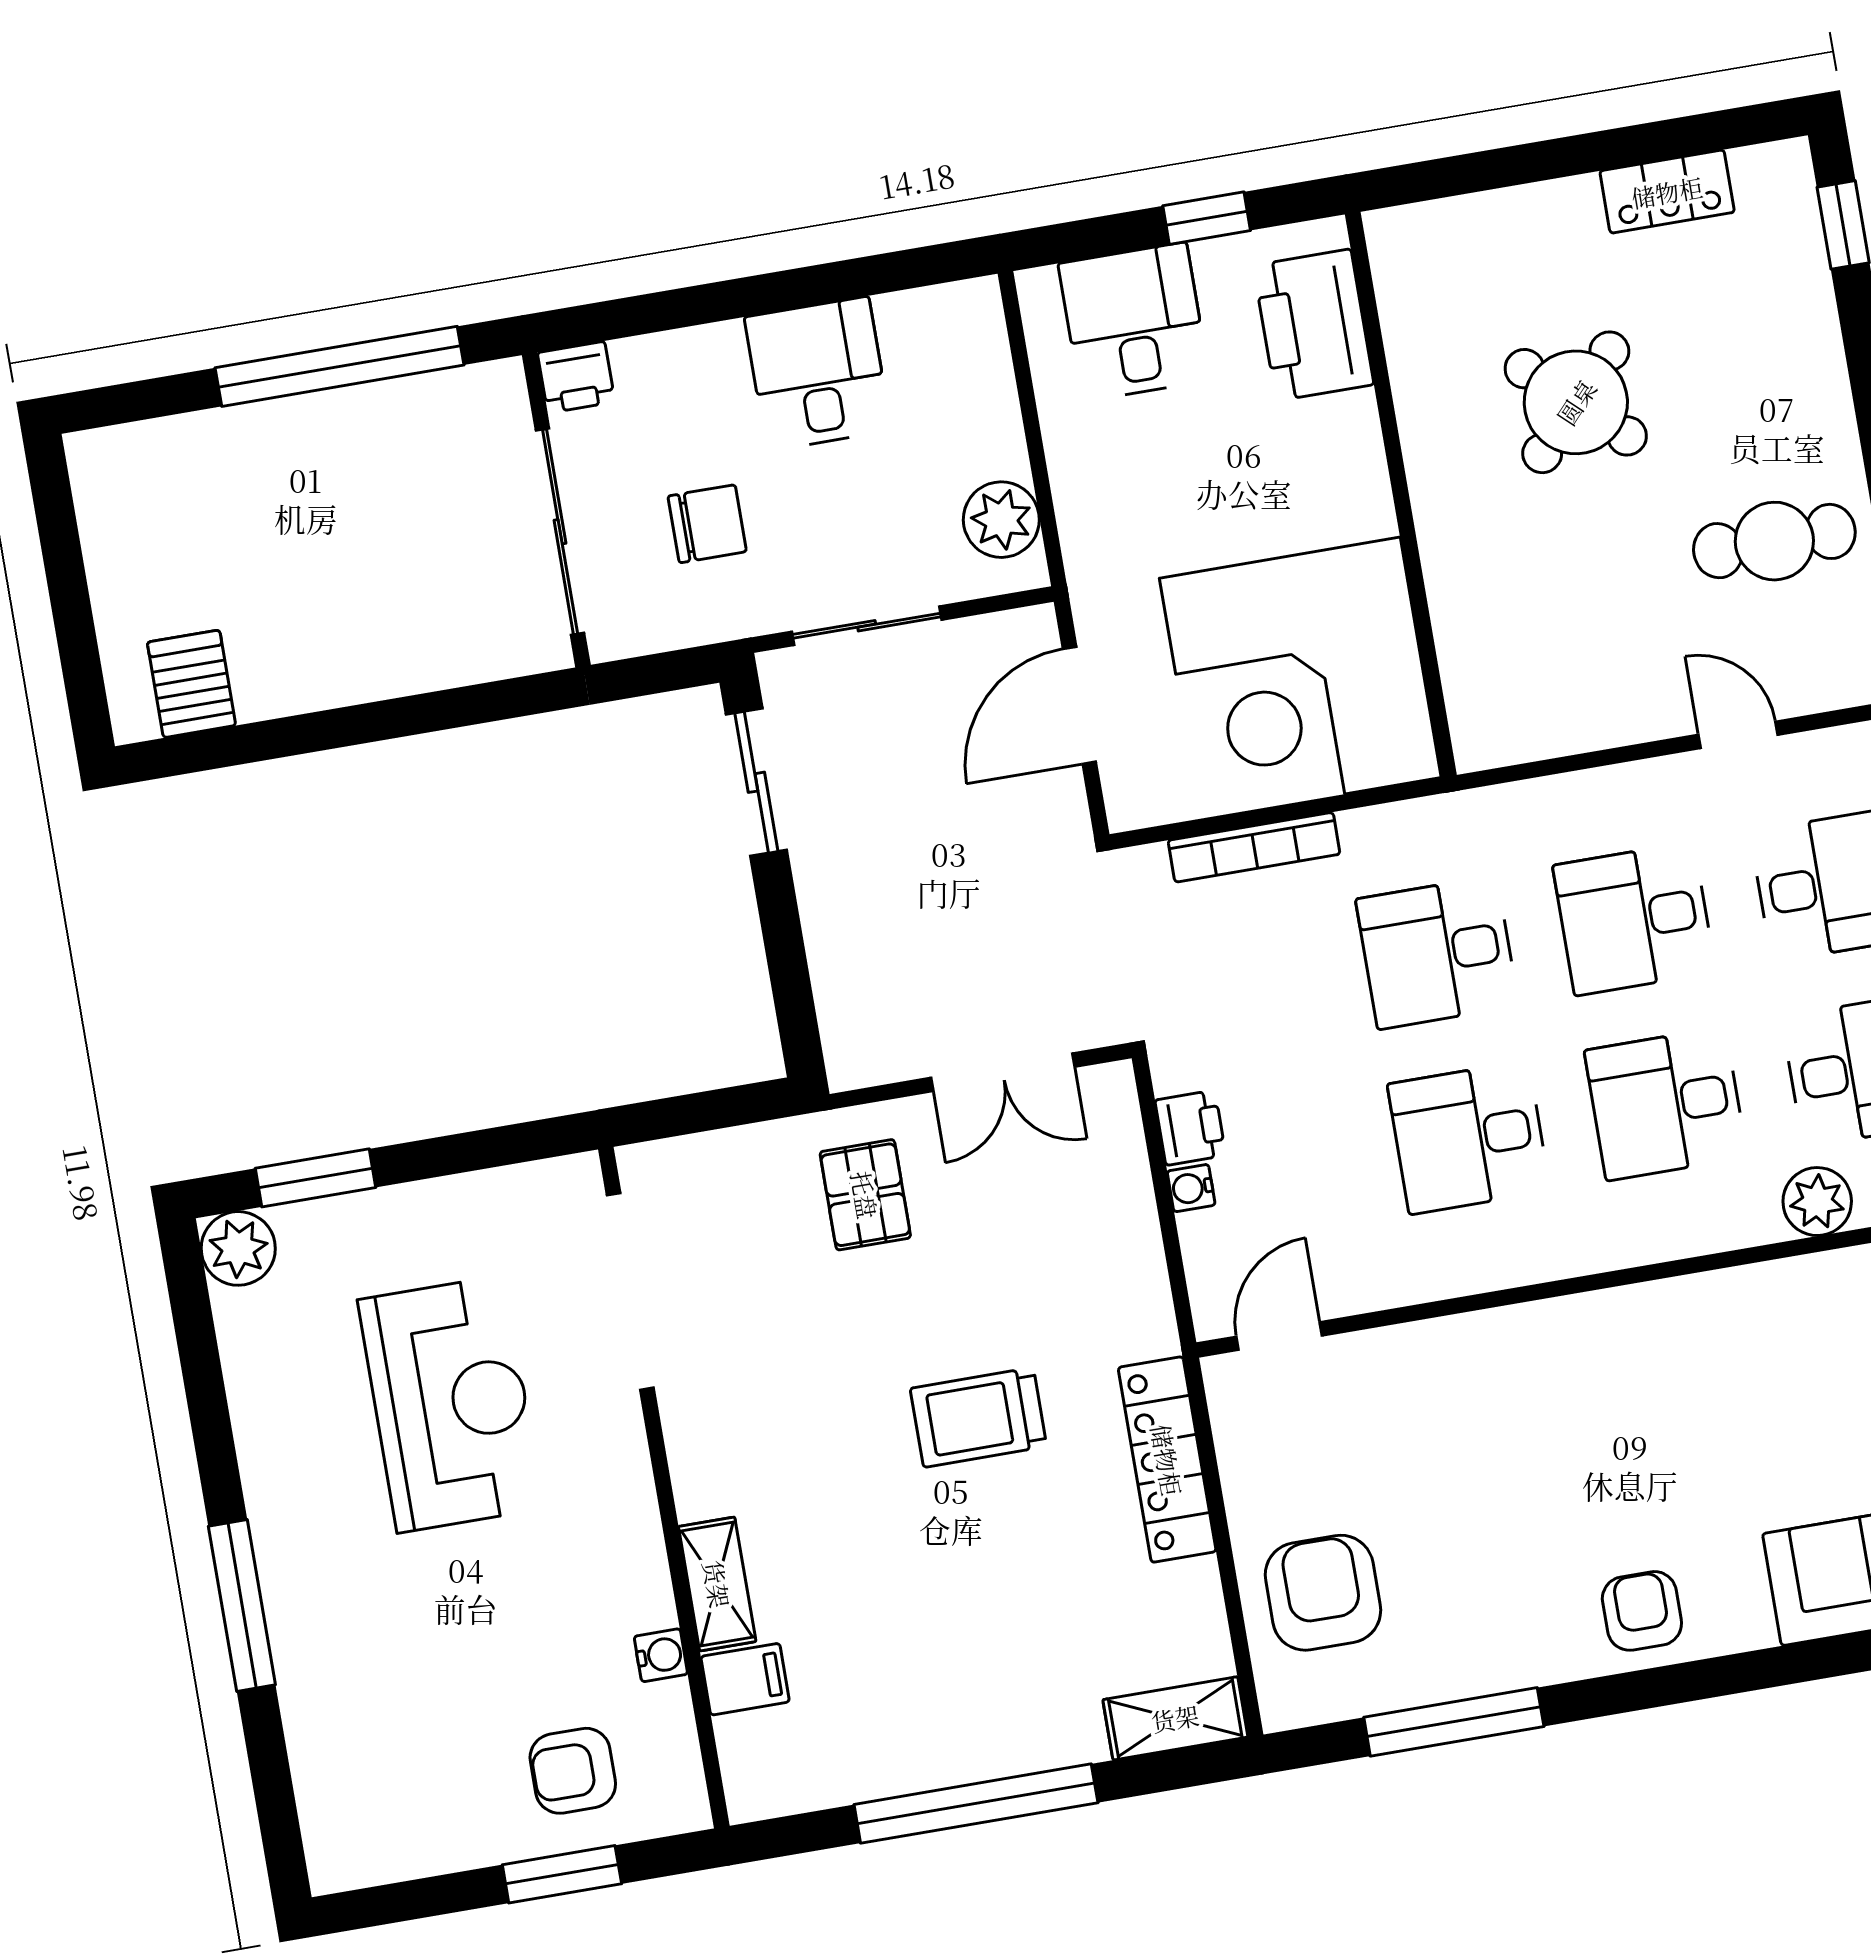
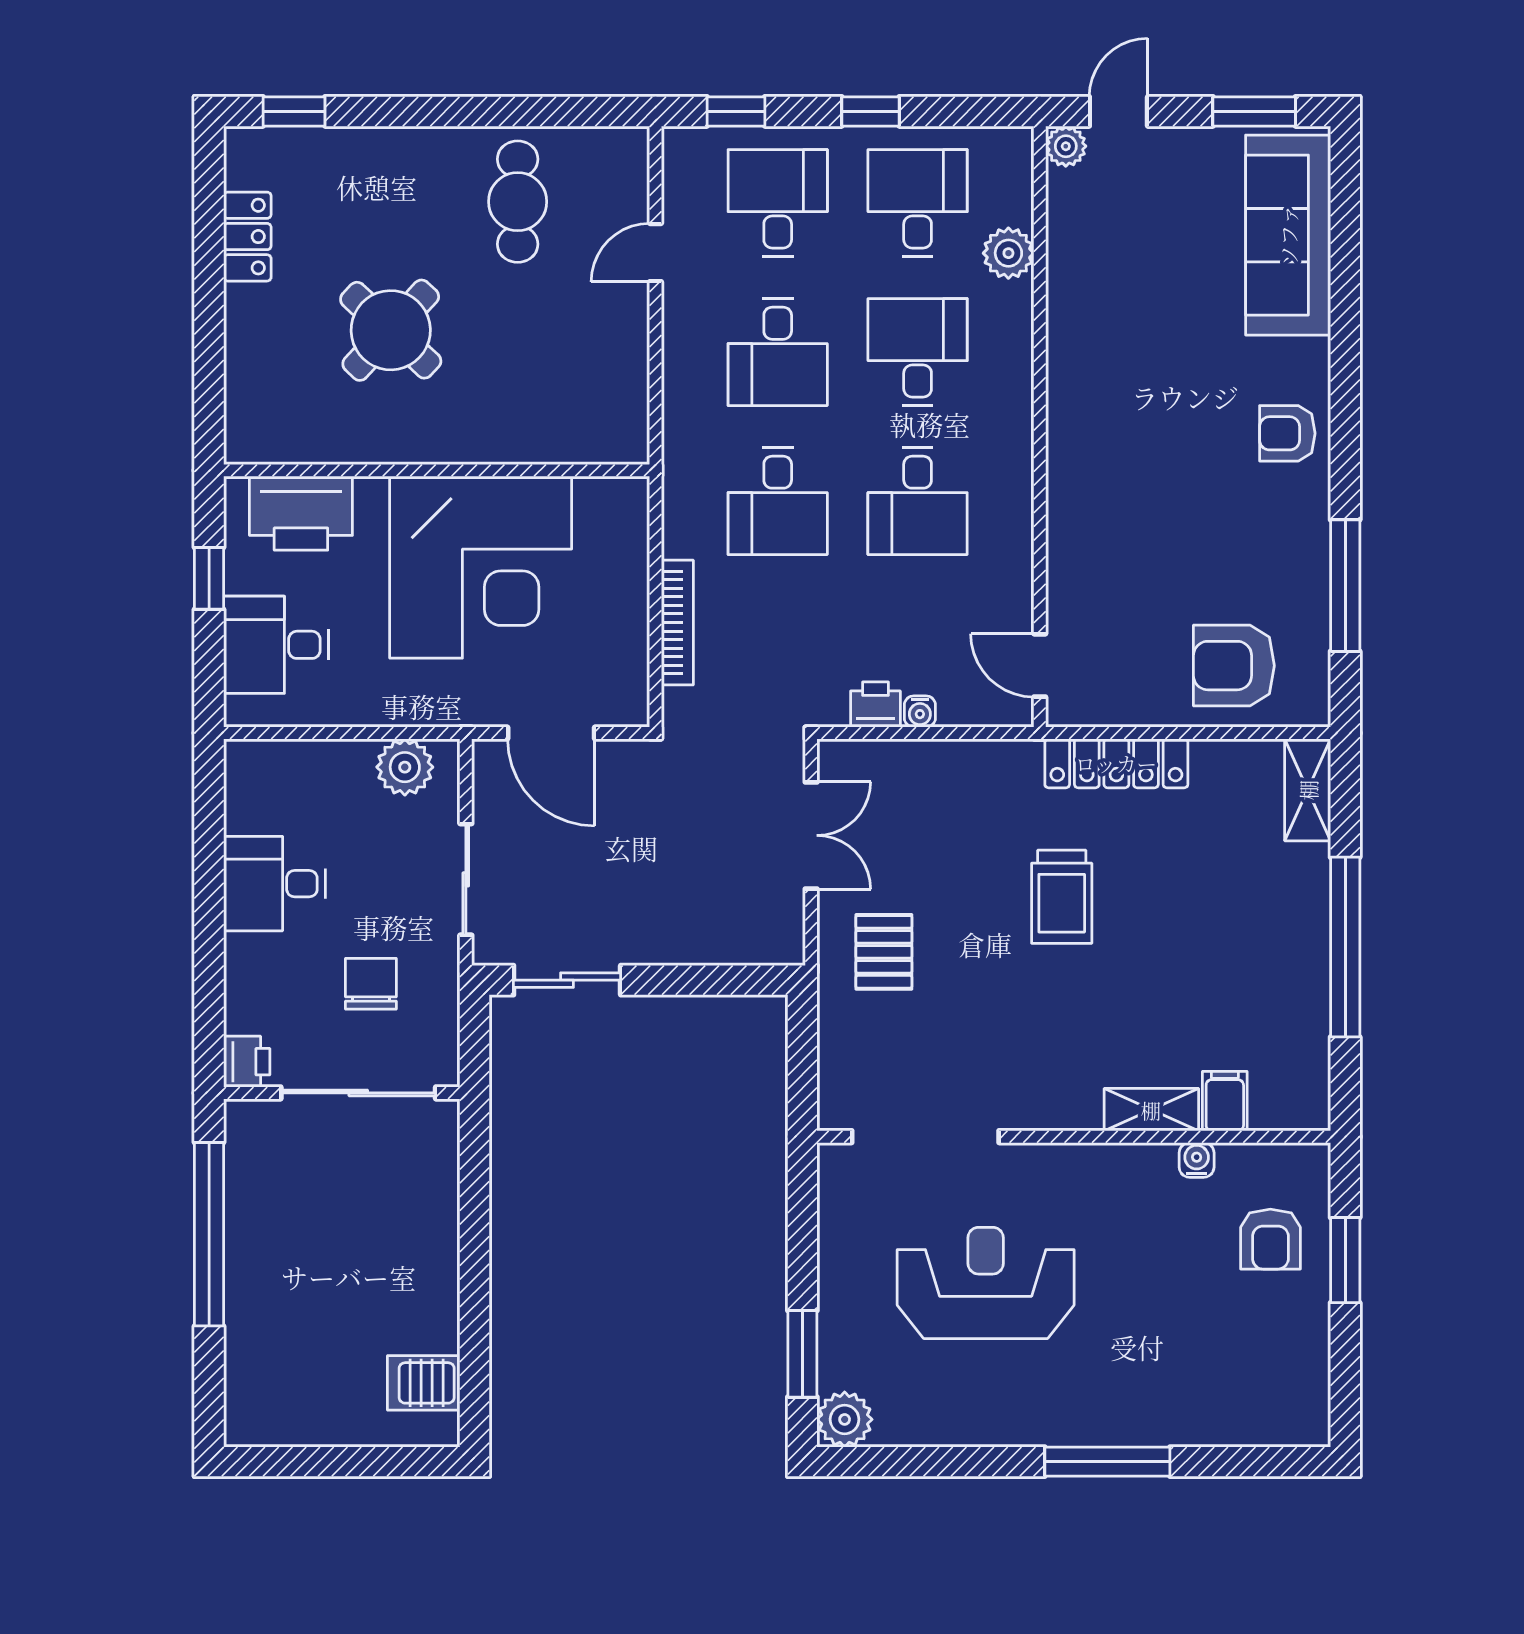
corner desk: (1300, 678) -> (481, 567), moved
desk: (1666, 1104) -> (918, 352), turned 180
pallet: (865, 1195) -> (884, 952), turned 90

